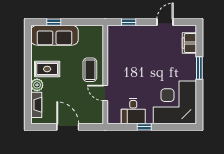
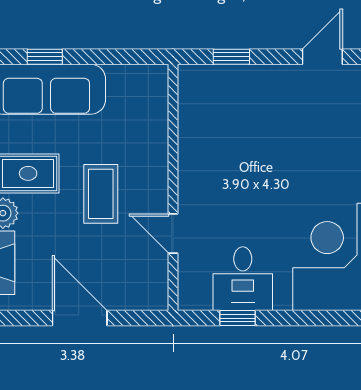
coffee table: (90, 70) -> (101, 194), moved
window: (144, 127) -> (237, 318), moved

